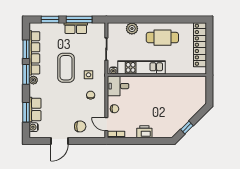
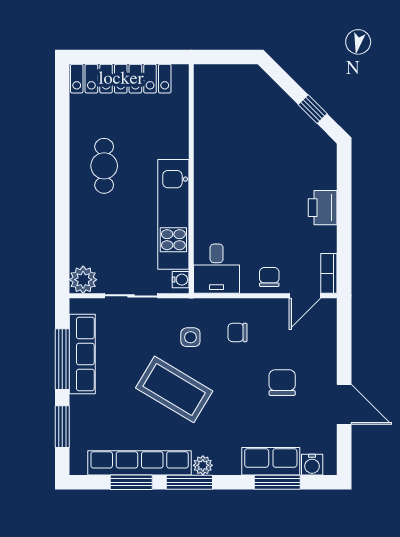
row of seats: (76, 28) -> (82, 354), width x1.48
plant: (132, 29) -> (83, 280), moved
cafe table: (162, 38) -> (104, 166), width x0.73, depth x0.74
coffee table: (66, 68) -> (174, 389), turned 31
chair: (80, 126) -> (282, 383), moved

